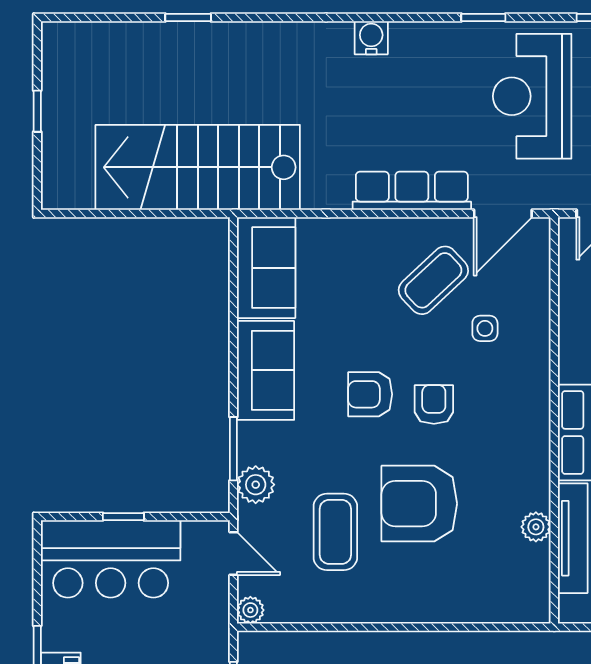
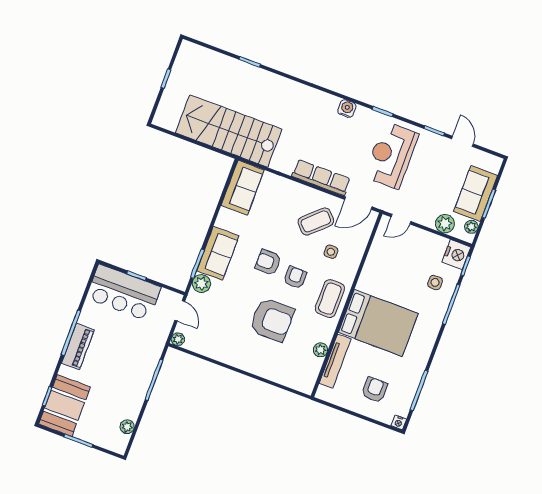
water cooler: (371, 38) -> (347, 109), moved
sofa: (266, 370) -> (218, 253), moved
armchair: (419, 504) -> (272, 320), turned 180
coffee table: (335, 532) -> (330, 299), moved

